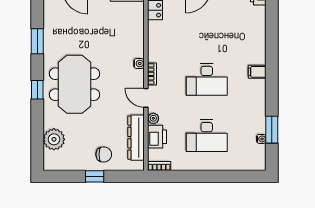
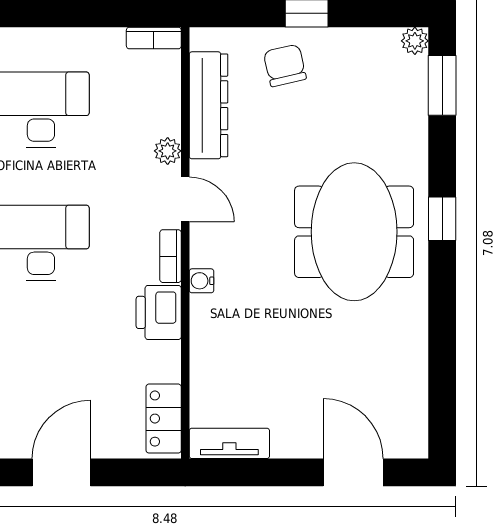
window: (37, 41) -> (442, 85), moved
printer: (157, 137) -> (159, 312), moved
plant: (54, 139) -> (415, 41), moved, width x0.53, depth x0.53
chair: (104, 154) -> (285, 65), turned 77

